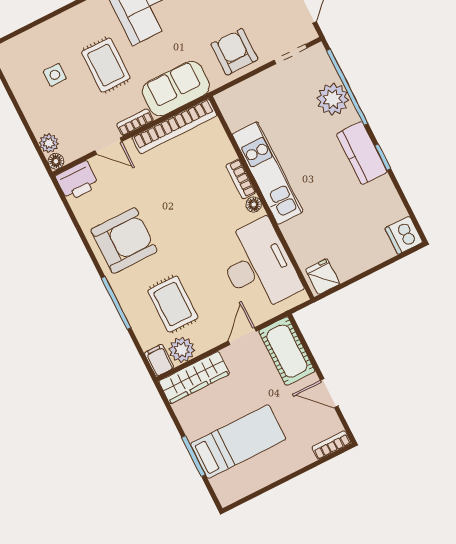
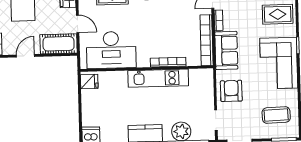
armchair: (234, 52) -> (231, 91), turned -90
rug: (106, 65) -> (278, 14), moved
bookcase: (241, 179) -> (168, 62), width x1.56
floor lamp: (254, 205) -> (145, 63), removed

